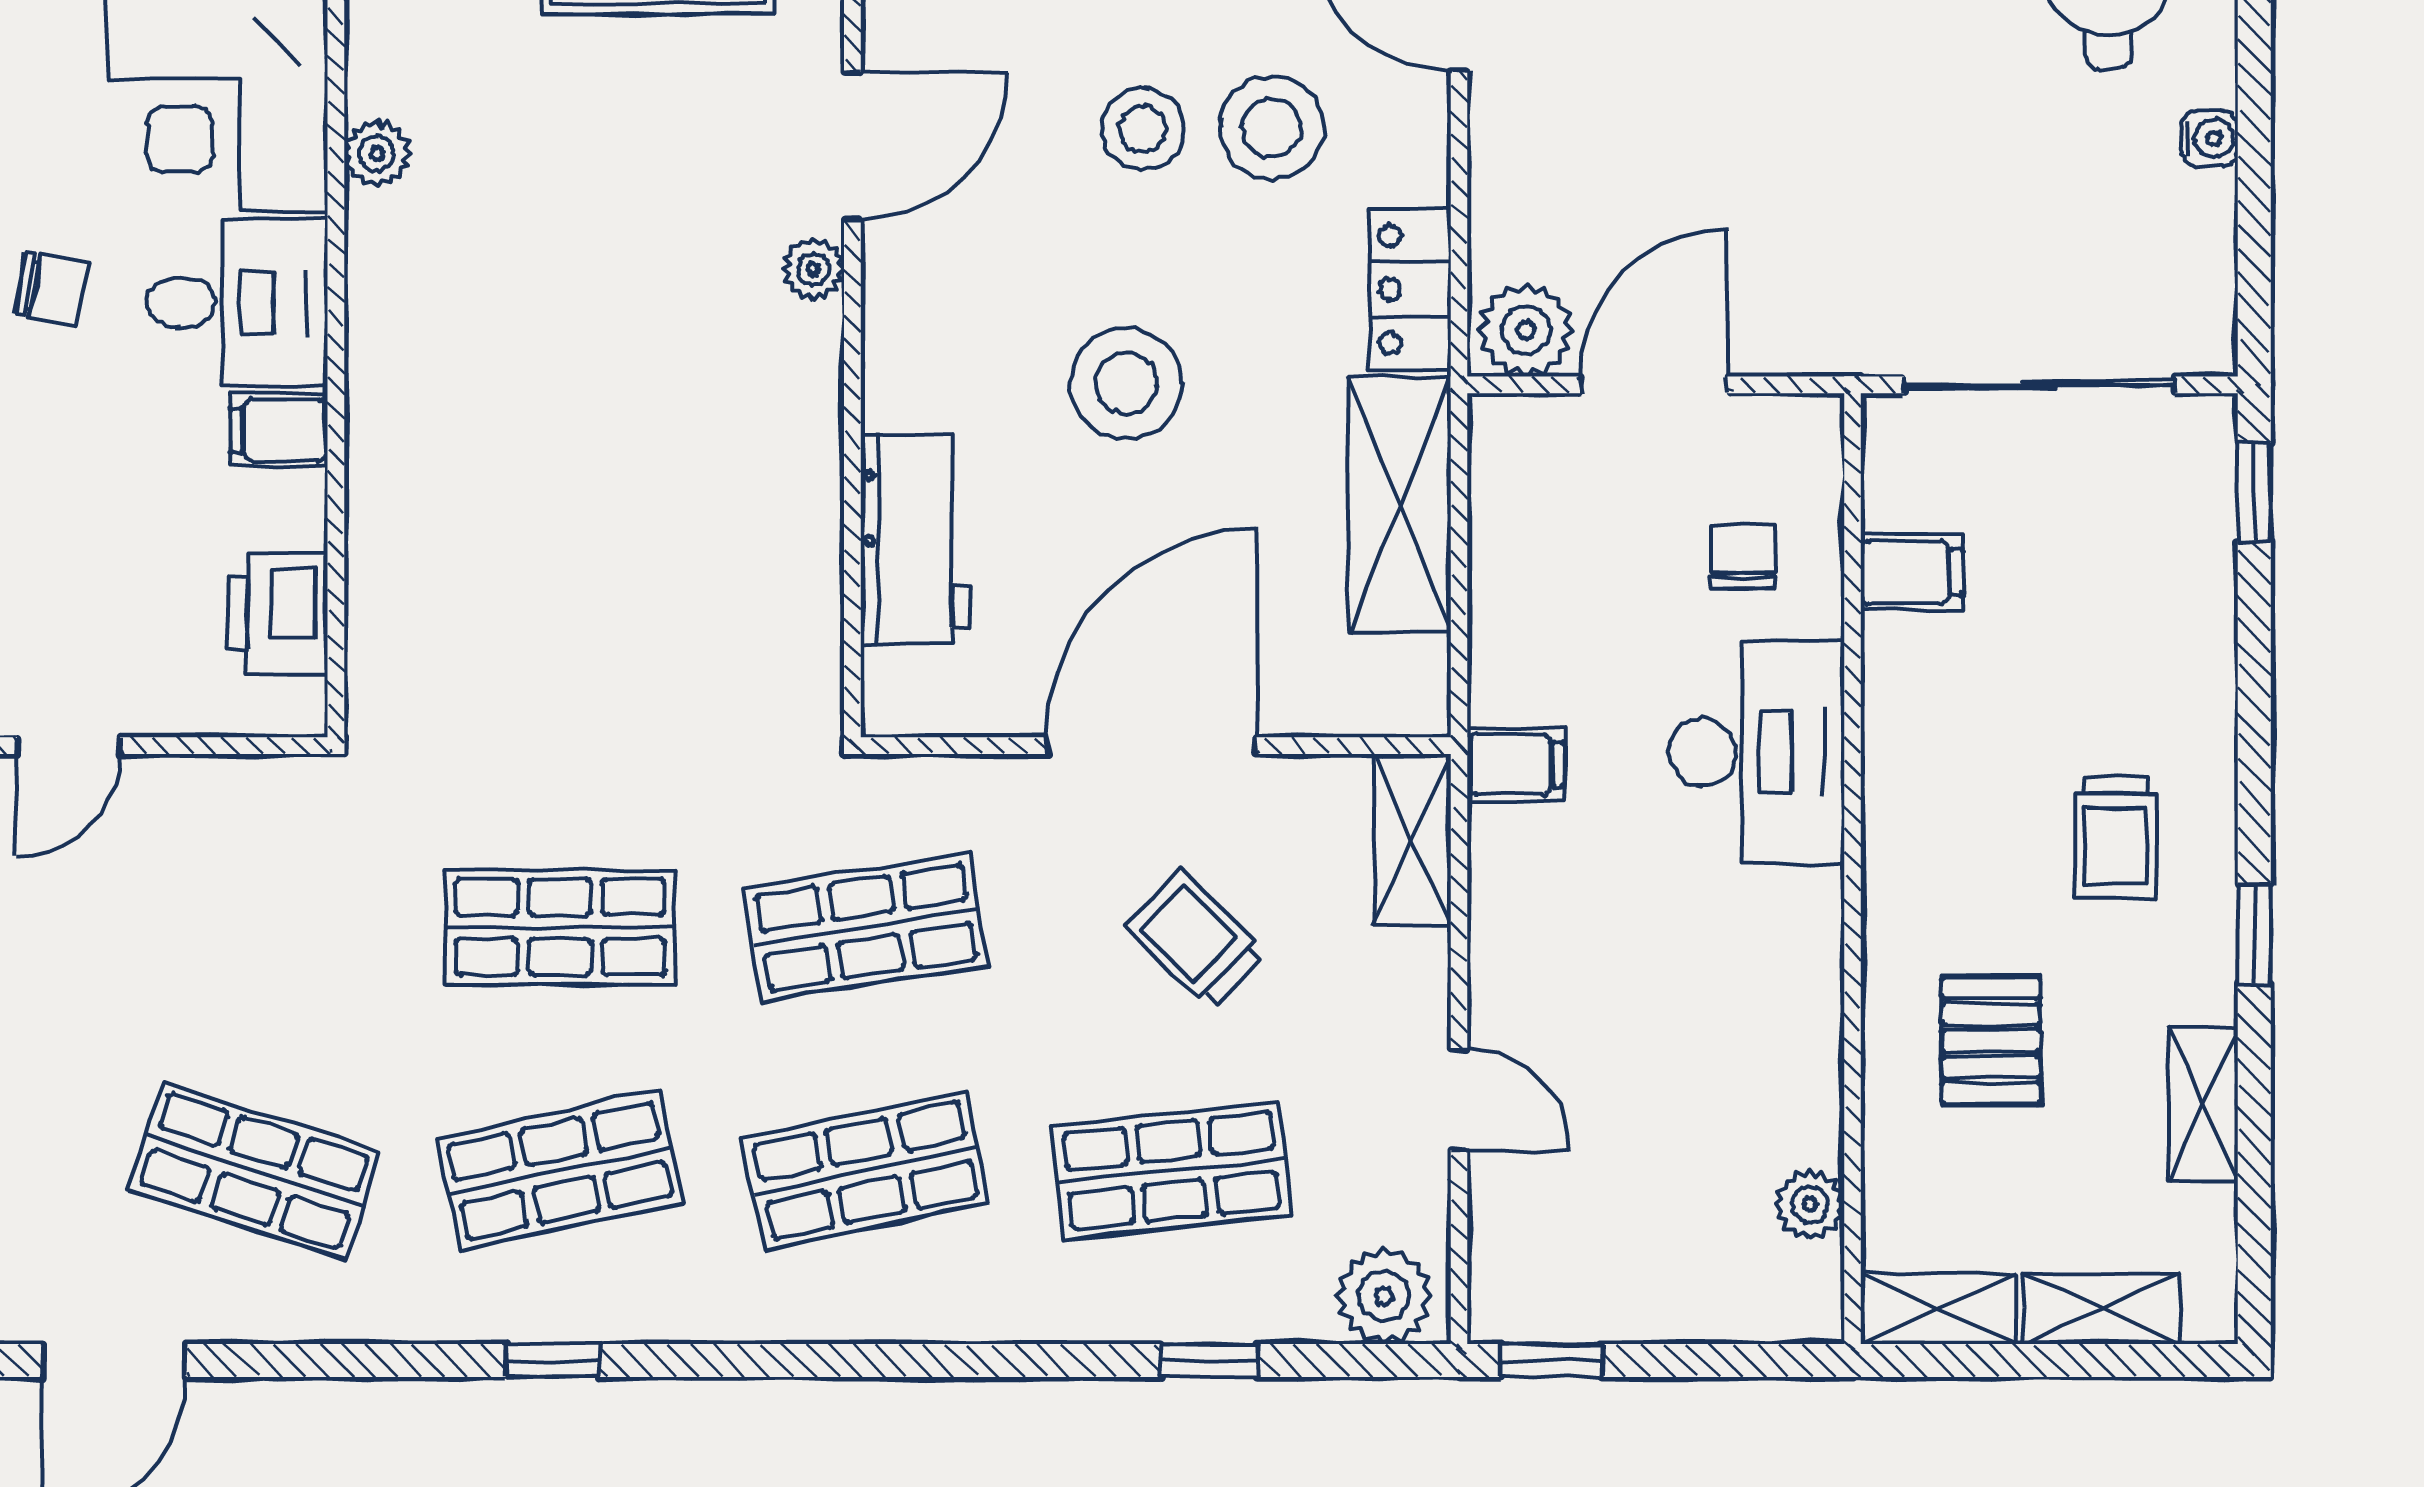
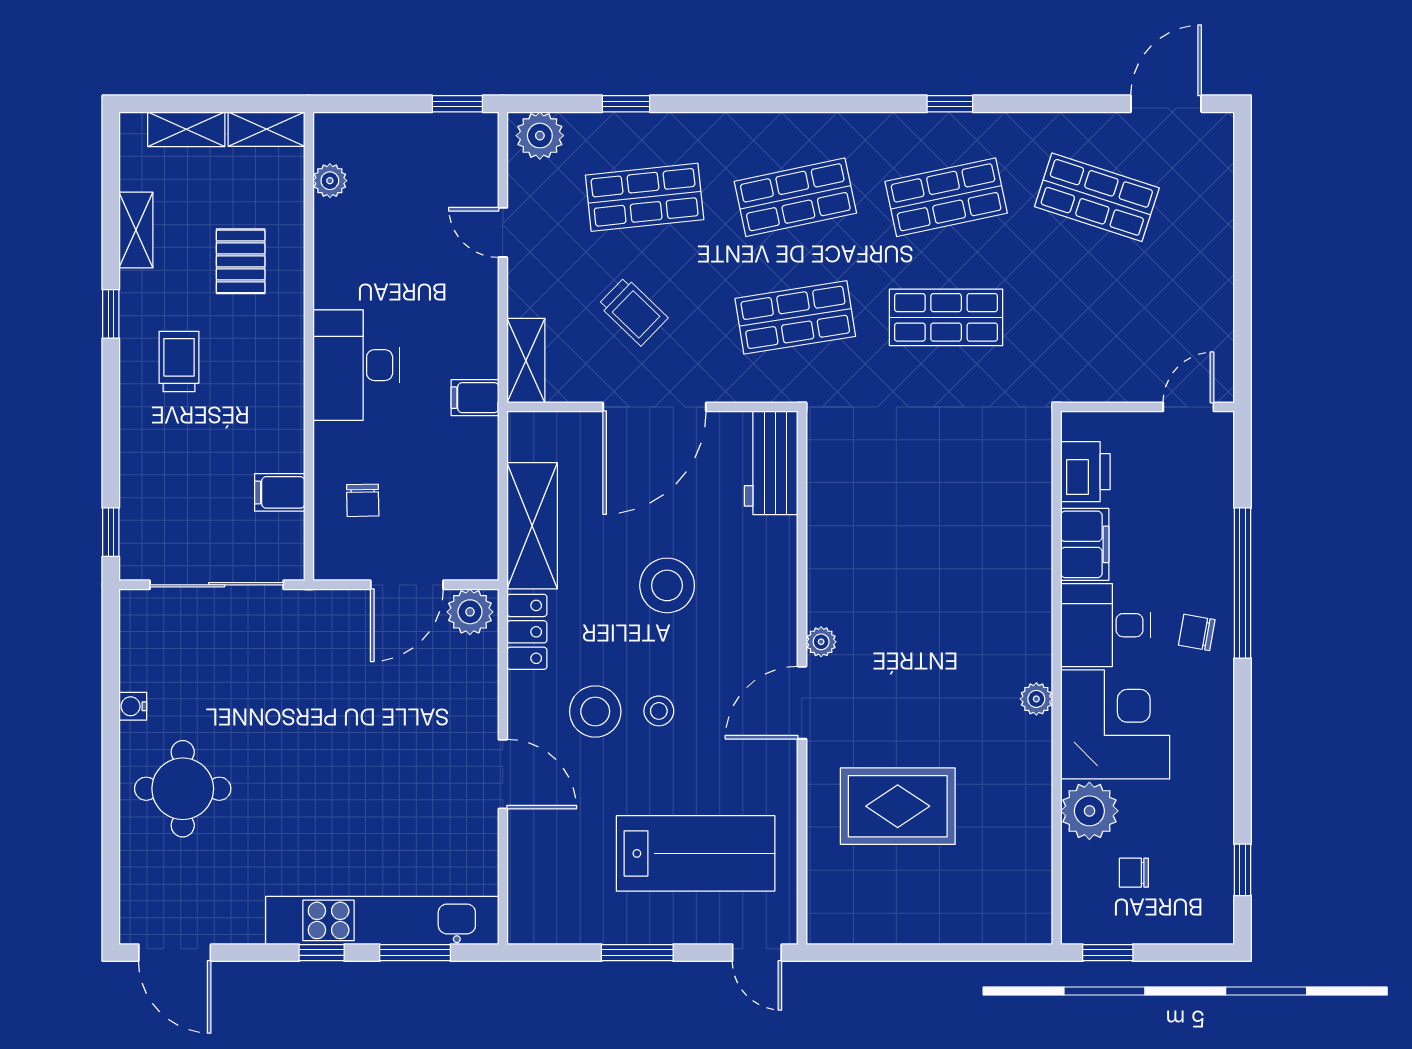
stool: (1143, 129) -> (659, 711), width x0.73, depth x0.73
filing cabinet: (279, 430) -> (1085, 544), width x2.00
workbench: (915, 540) -> (771, 463), moved
desk: (1756, 752) -> (356, 365), moved

